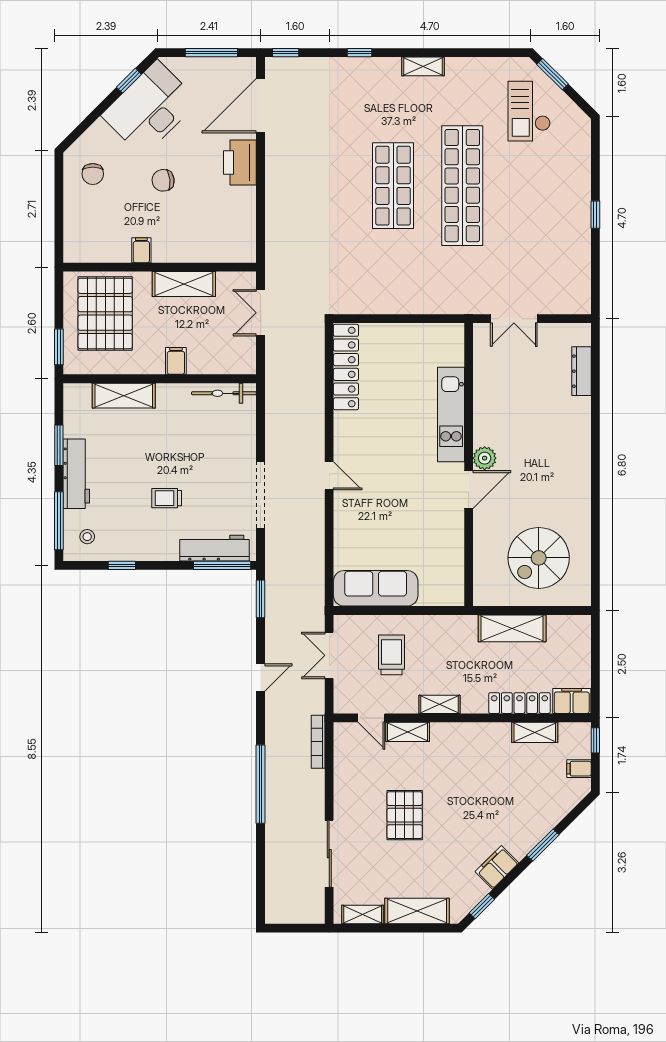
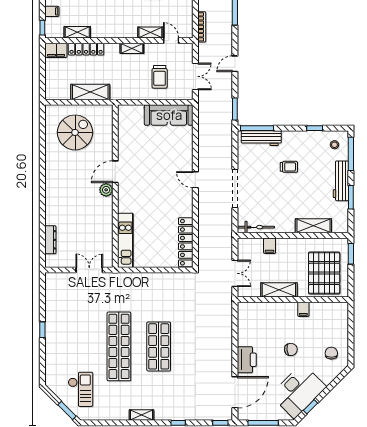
filing cabinet: (176, 361) -> (270, 246), moved
kitchen unit: (451, 414) -> (125, 240), moved
doorway: (261, 495) -> (235, 188), moved

